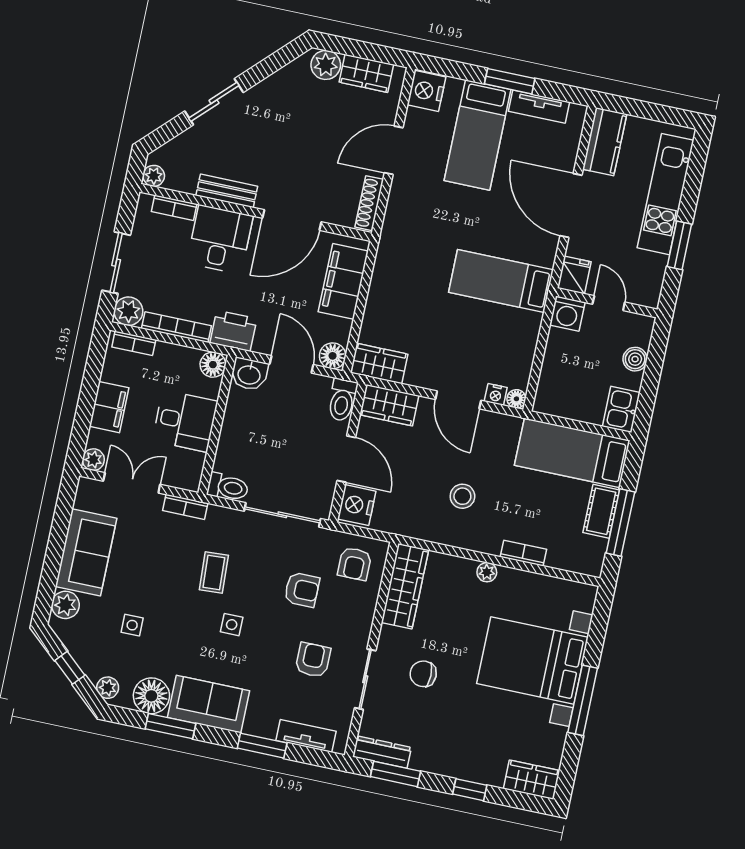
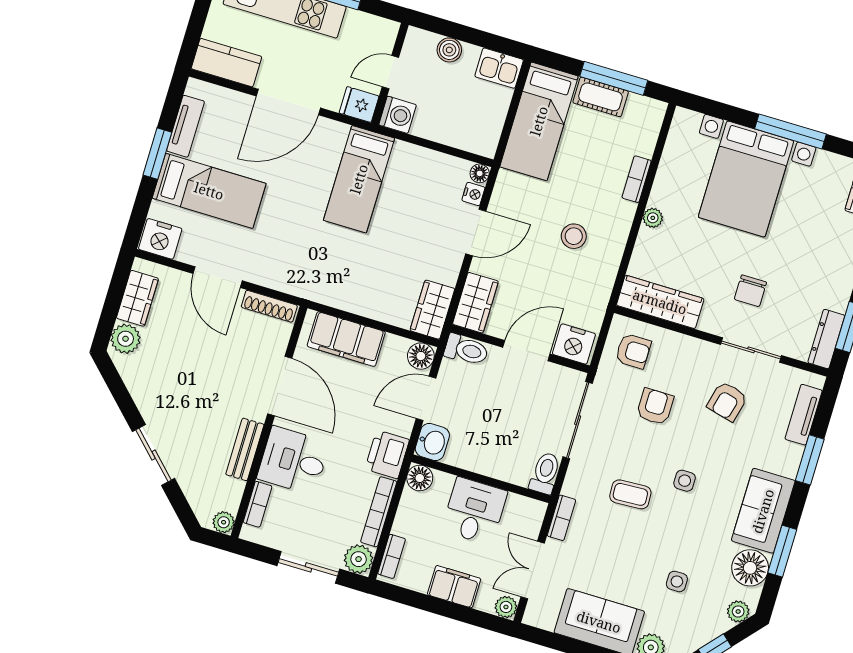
armchair: (313, 660) -> (727, 401), turned -76

